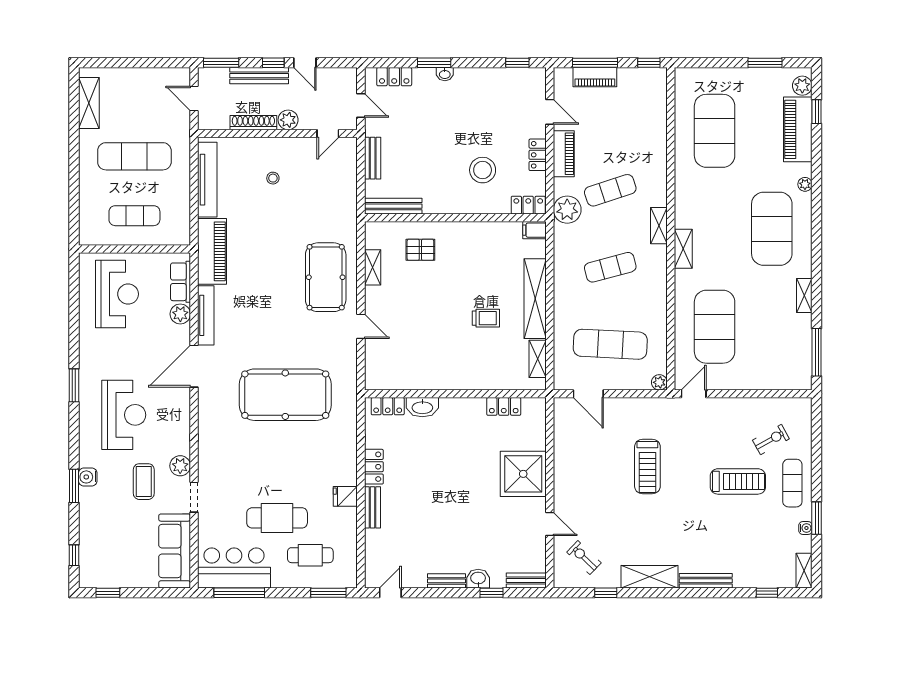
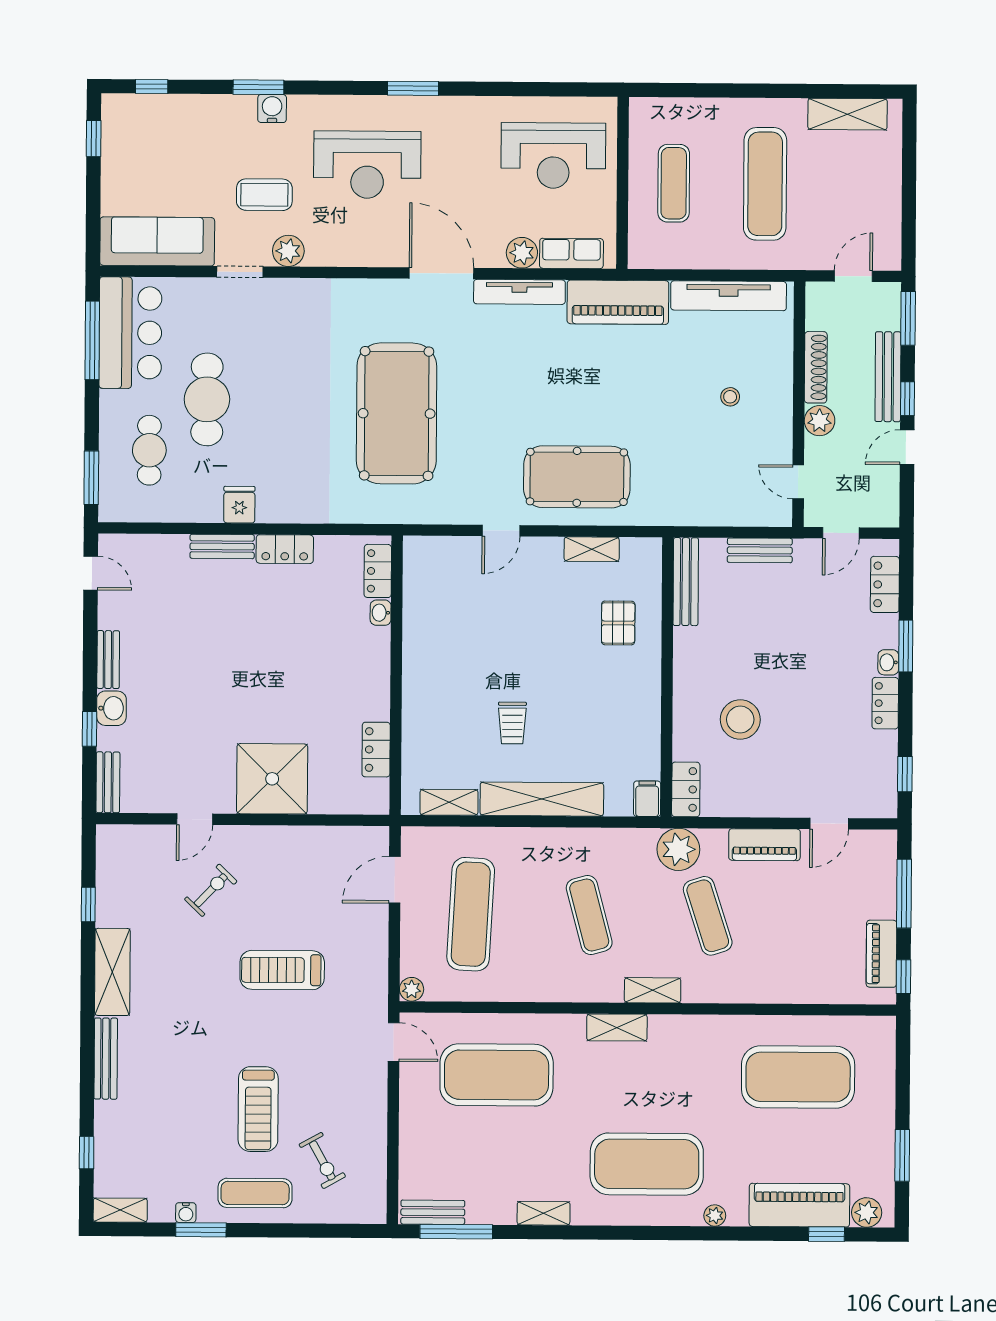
piano: (595, 77) -> (881, 954), moved
locker: (538, 155) -> (885, 703), moved, turned -90
bench: (804, 368) -> (433, 1212), added
washbasin: (422, 407) -> (381, 613), width x0.52, depth x0.69
exercise bike: (584, 558) -> (211, 890), moved

